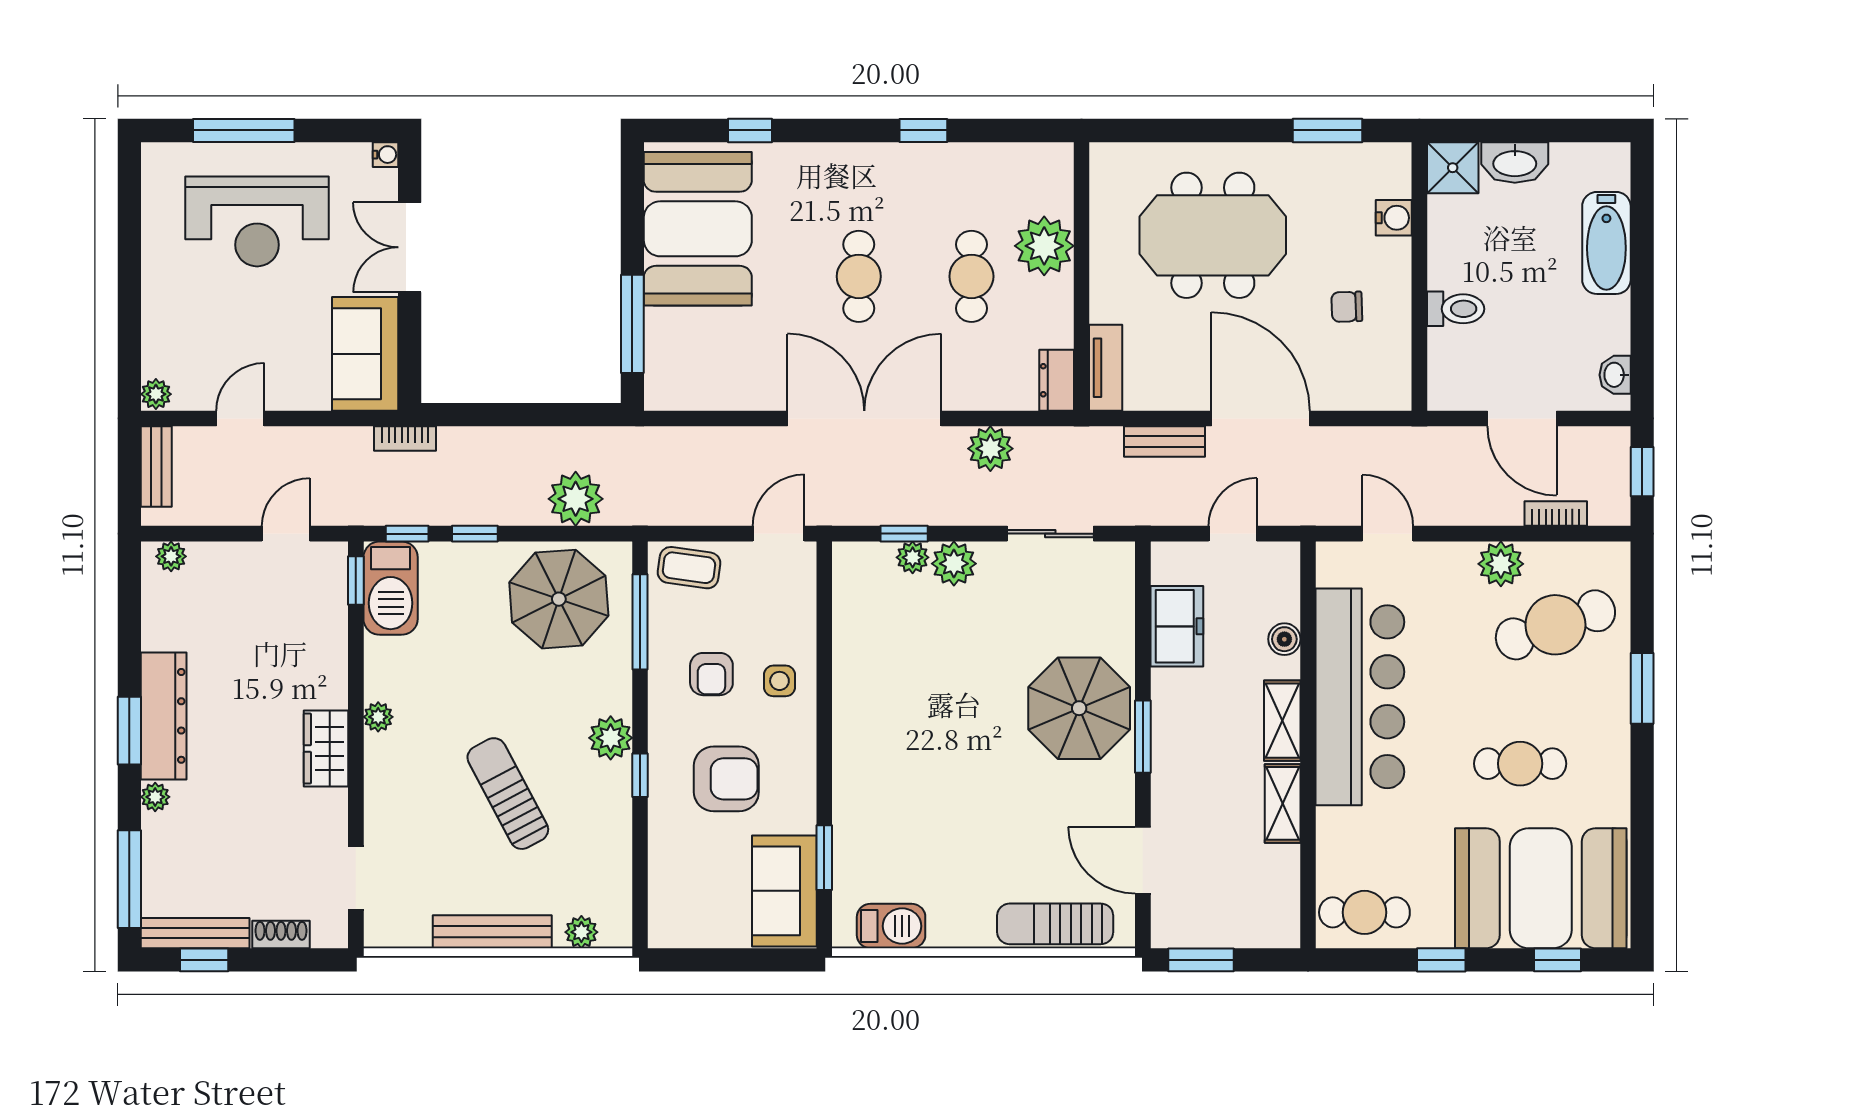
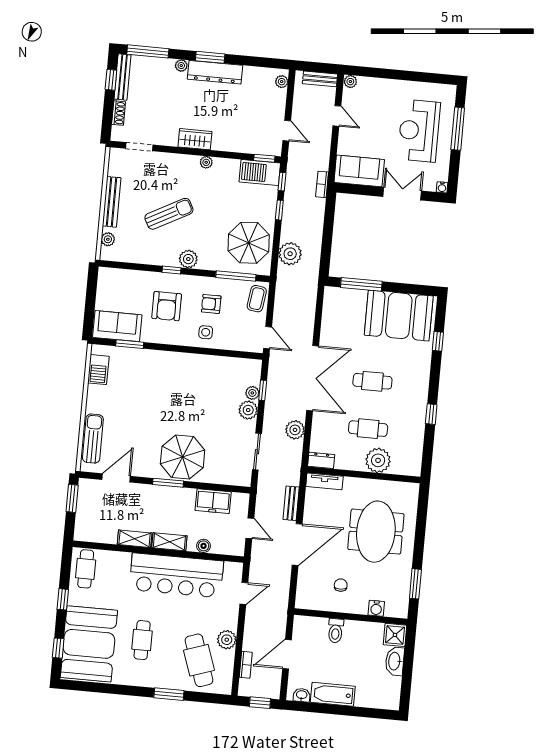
bathtub: (1606, 243) -> (333, 694), moved

